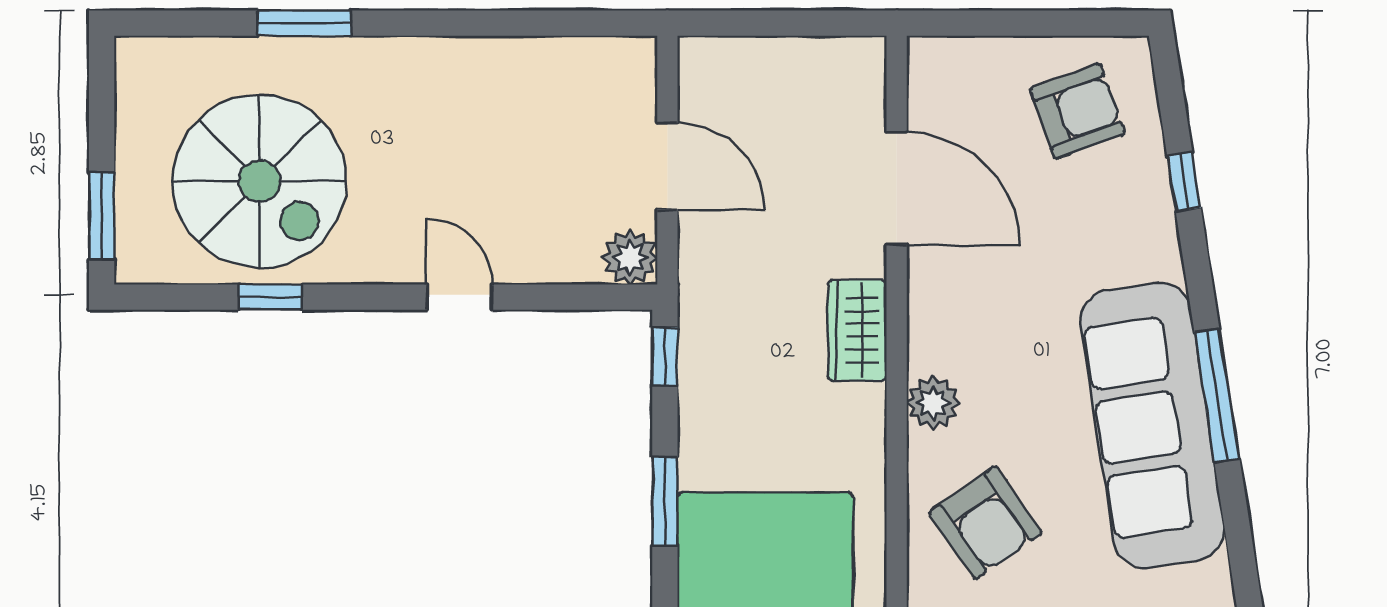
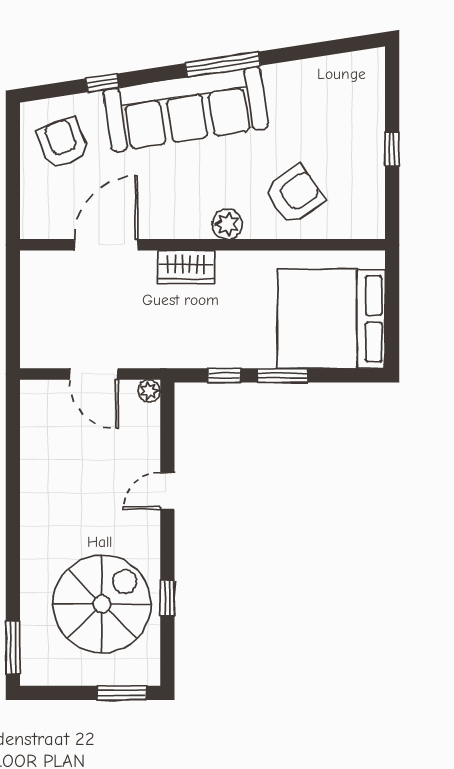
window: (304, 23) -> (13, 648), moved
door: (667, 166) -> (93, 374), swing flipped
plant: (630, 257) -> (149, 391), width x0.73, depth x0.73
window: (665, 356) -> (224, 375), moved
sofa: (1152, 425) -> (186, 109), moved

